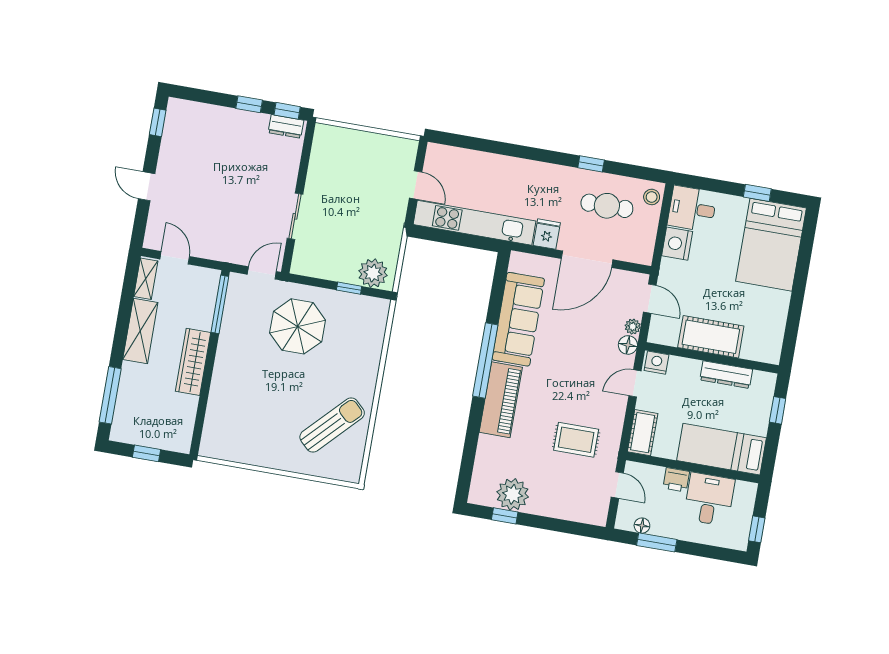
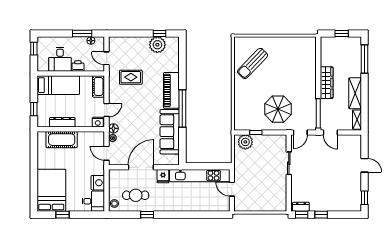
door: (175, 258) -> (330, 132), moved
cot: (711, 337) -> (62, 140), moved

